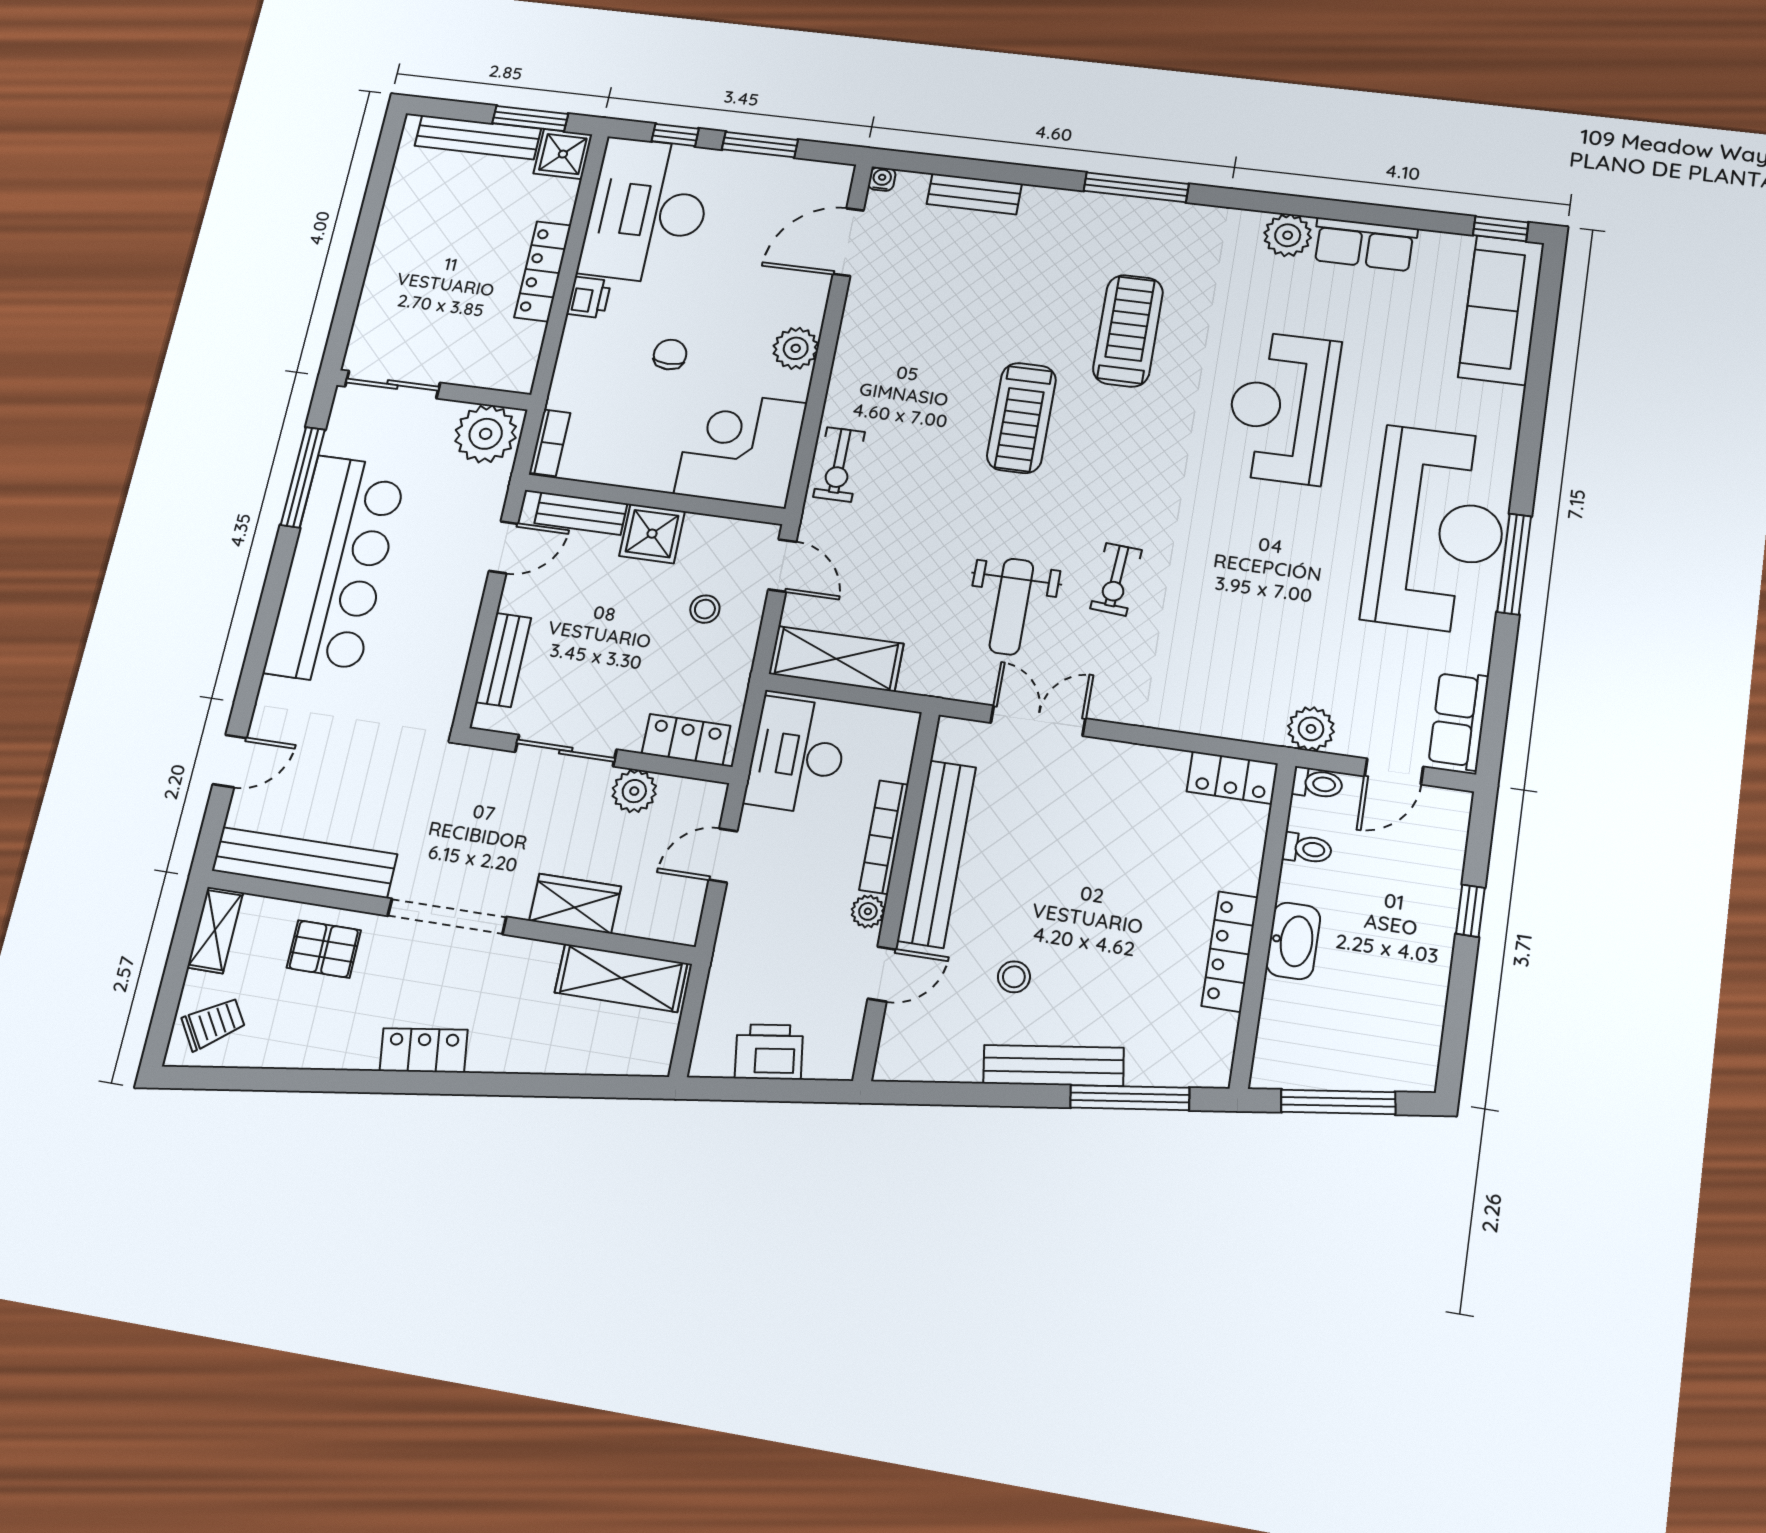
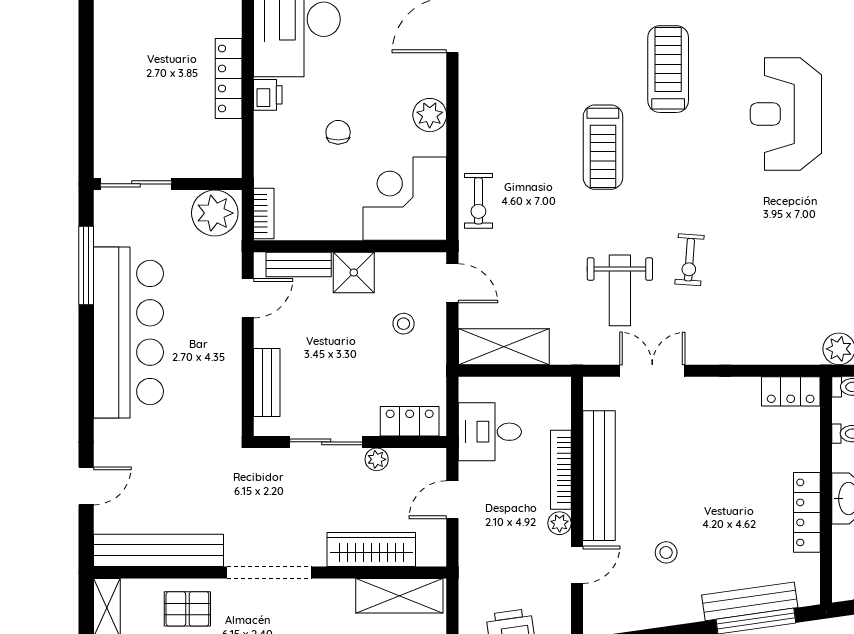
desk: (797, 755) -> (490, 432), width x0.73
plant: (634, 791) -> (377, 459), width x0.73, depth x0.73
wardrobe: (575, 904) -> (371, 549), width x1.50
bench: (1053, 1066) -> (750, 601), moved

